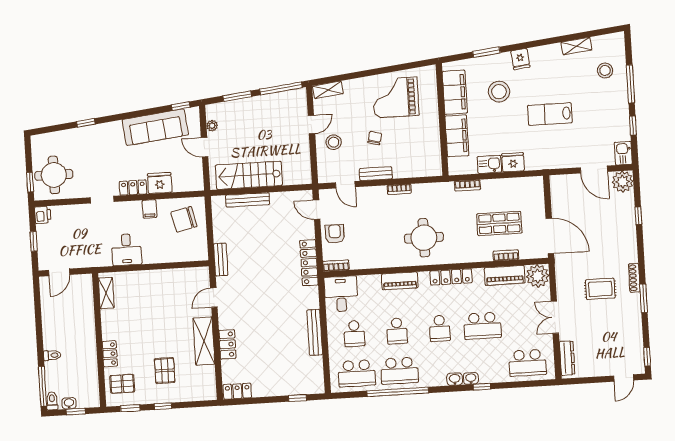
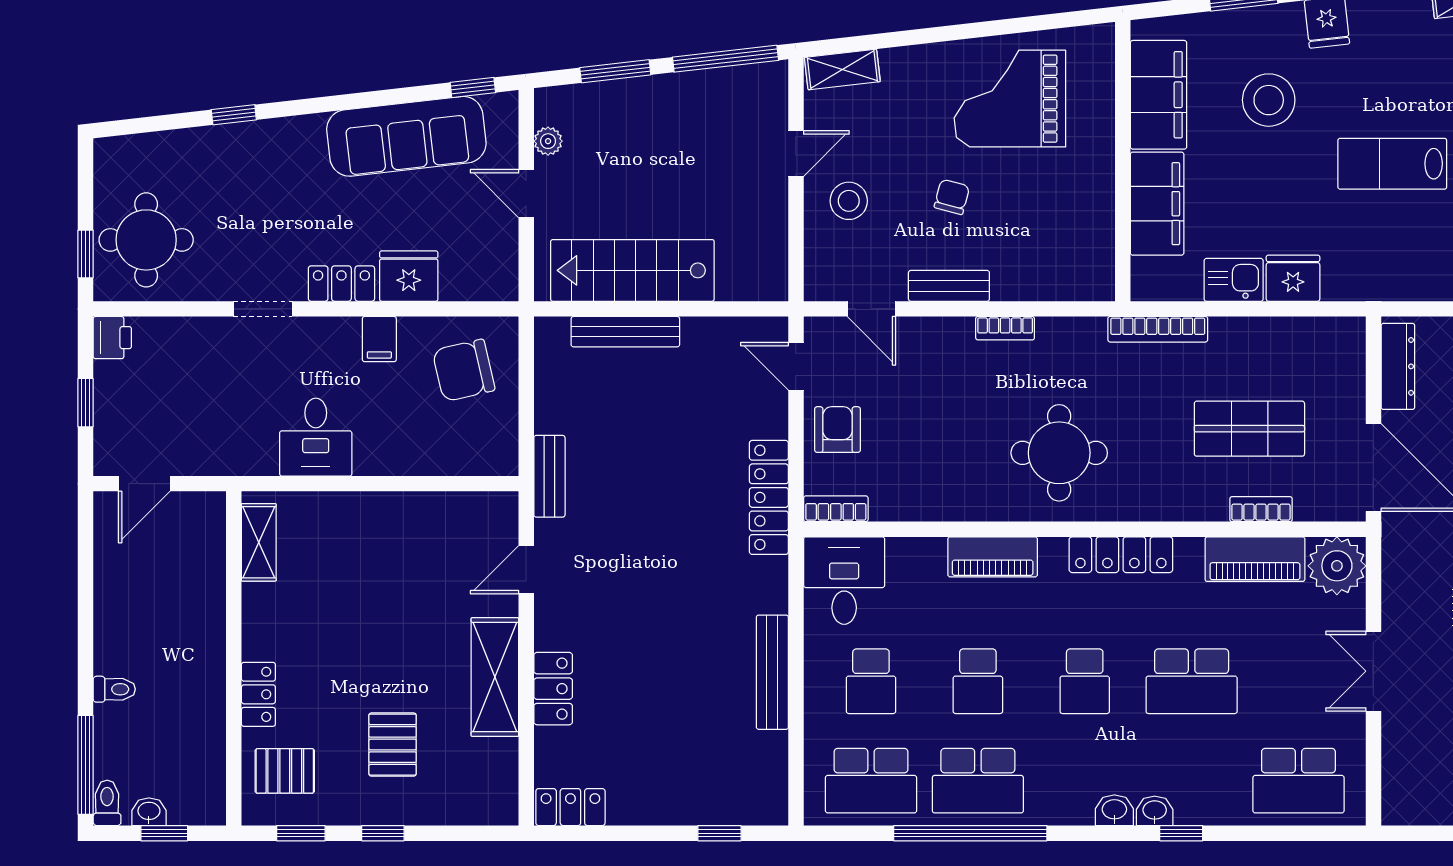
bookcase: (467, 185) -> (1158, 329), width x1.56
dresser: (567, 358) -> (1398, 366), moved

